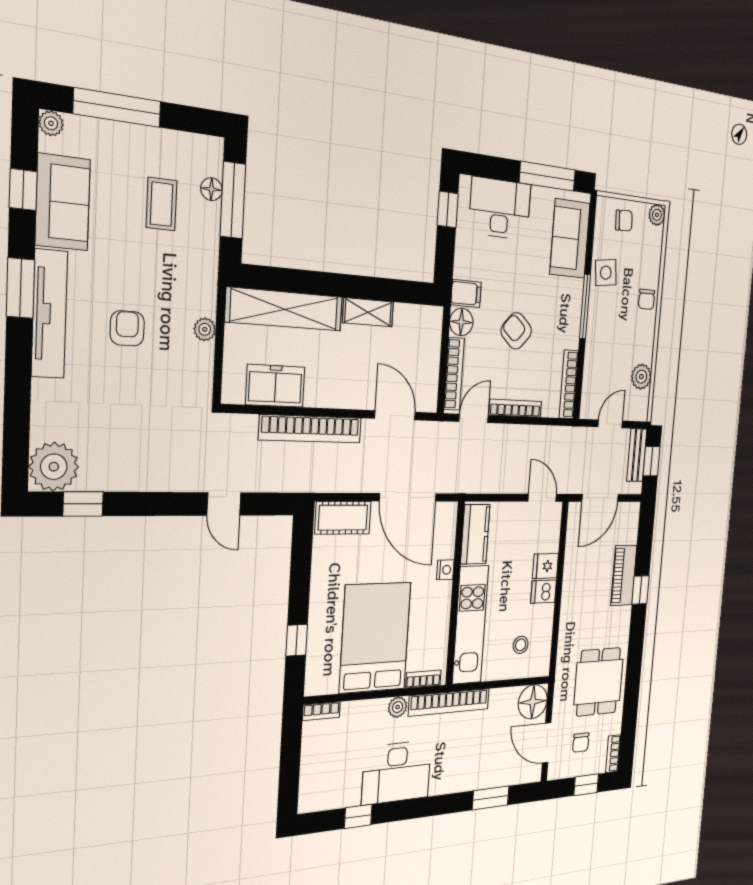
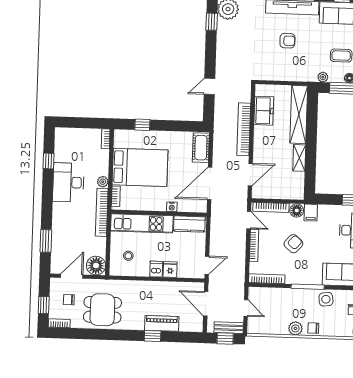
plant: (205, 329) -> (323, 77), moved
plant: (641, 377) -> (295, 328), moved

